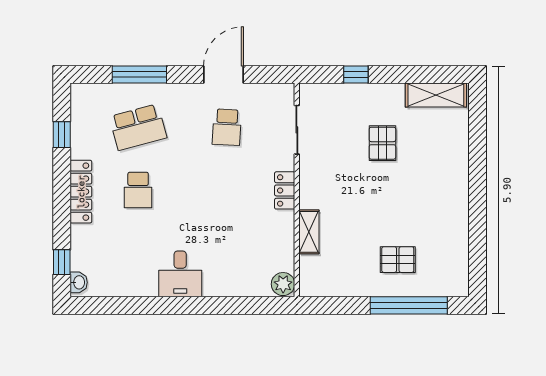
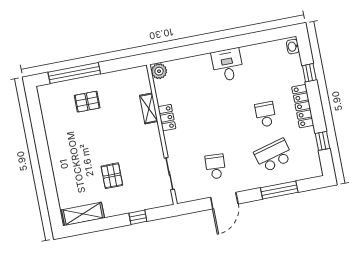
locker: (285, 190) -> (167, 118), moved
window: (62, 262) -> (309, 73), moved

